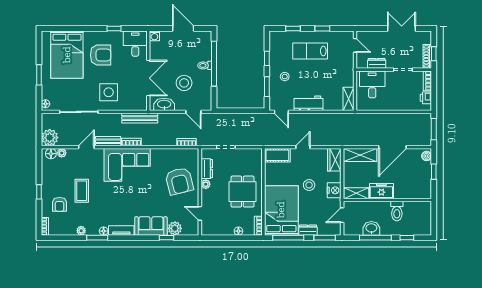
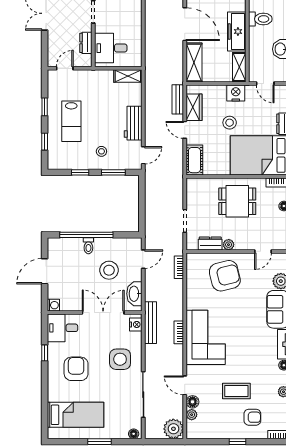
bed: (67, 55) -> (76, 415), width x0.67
nightstand: (138, 106) -> (136, 324), added
bench: (108, 141) -> (178, 99), moved
floor lamp: (51, 154) -> (193, 402), moved
wardrobe: (334, 160) -> (194, 107), moved, turned -90
freezer: (381, 191) -> (237, 32), width x1.40

